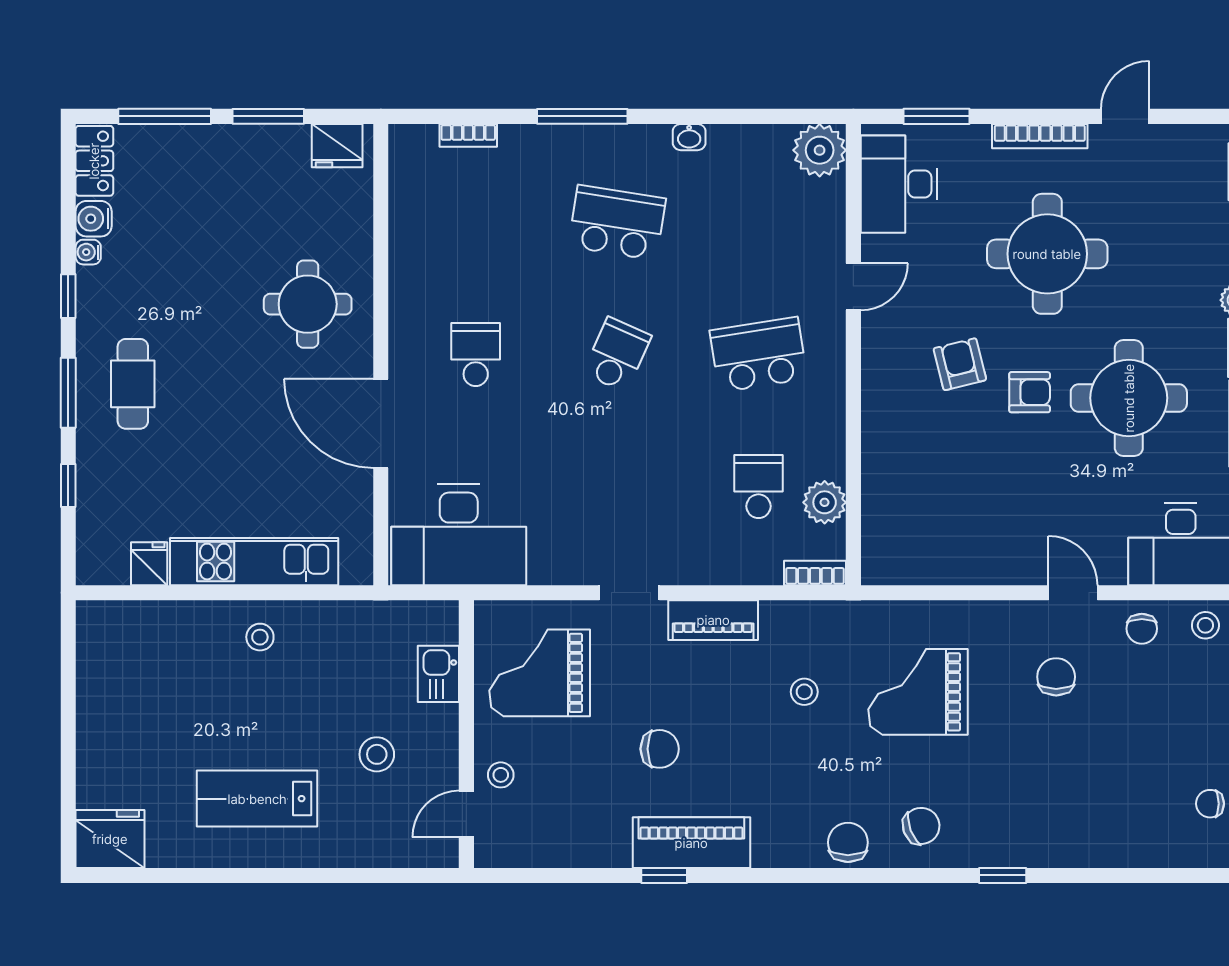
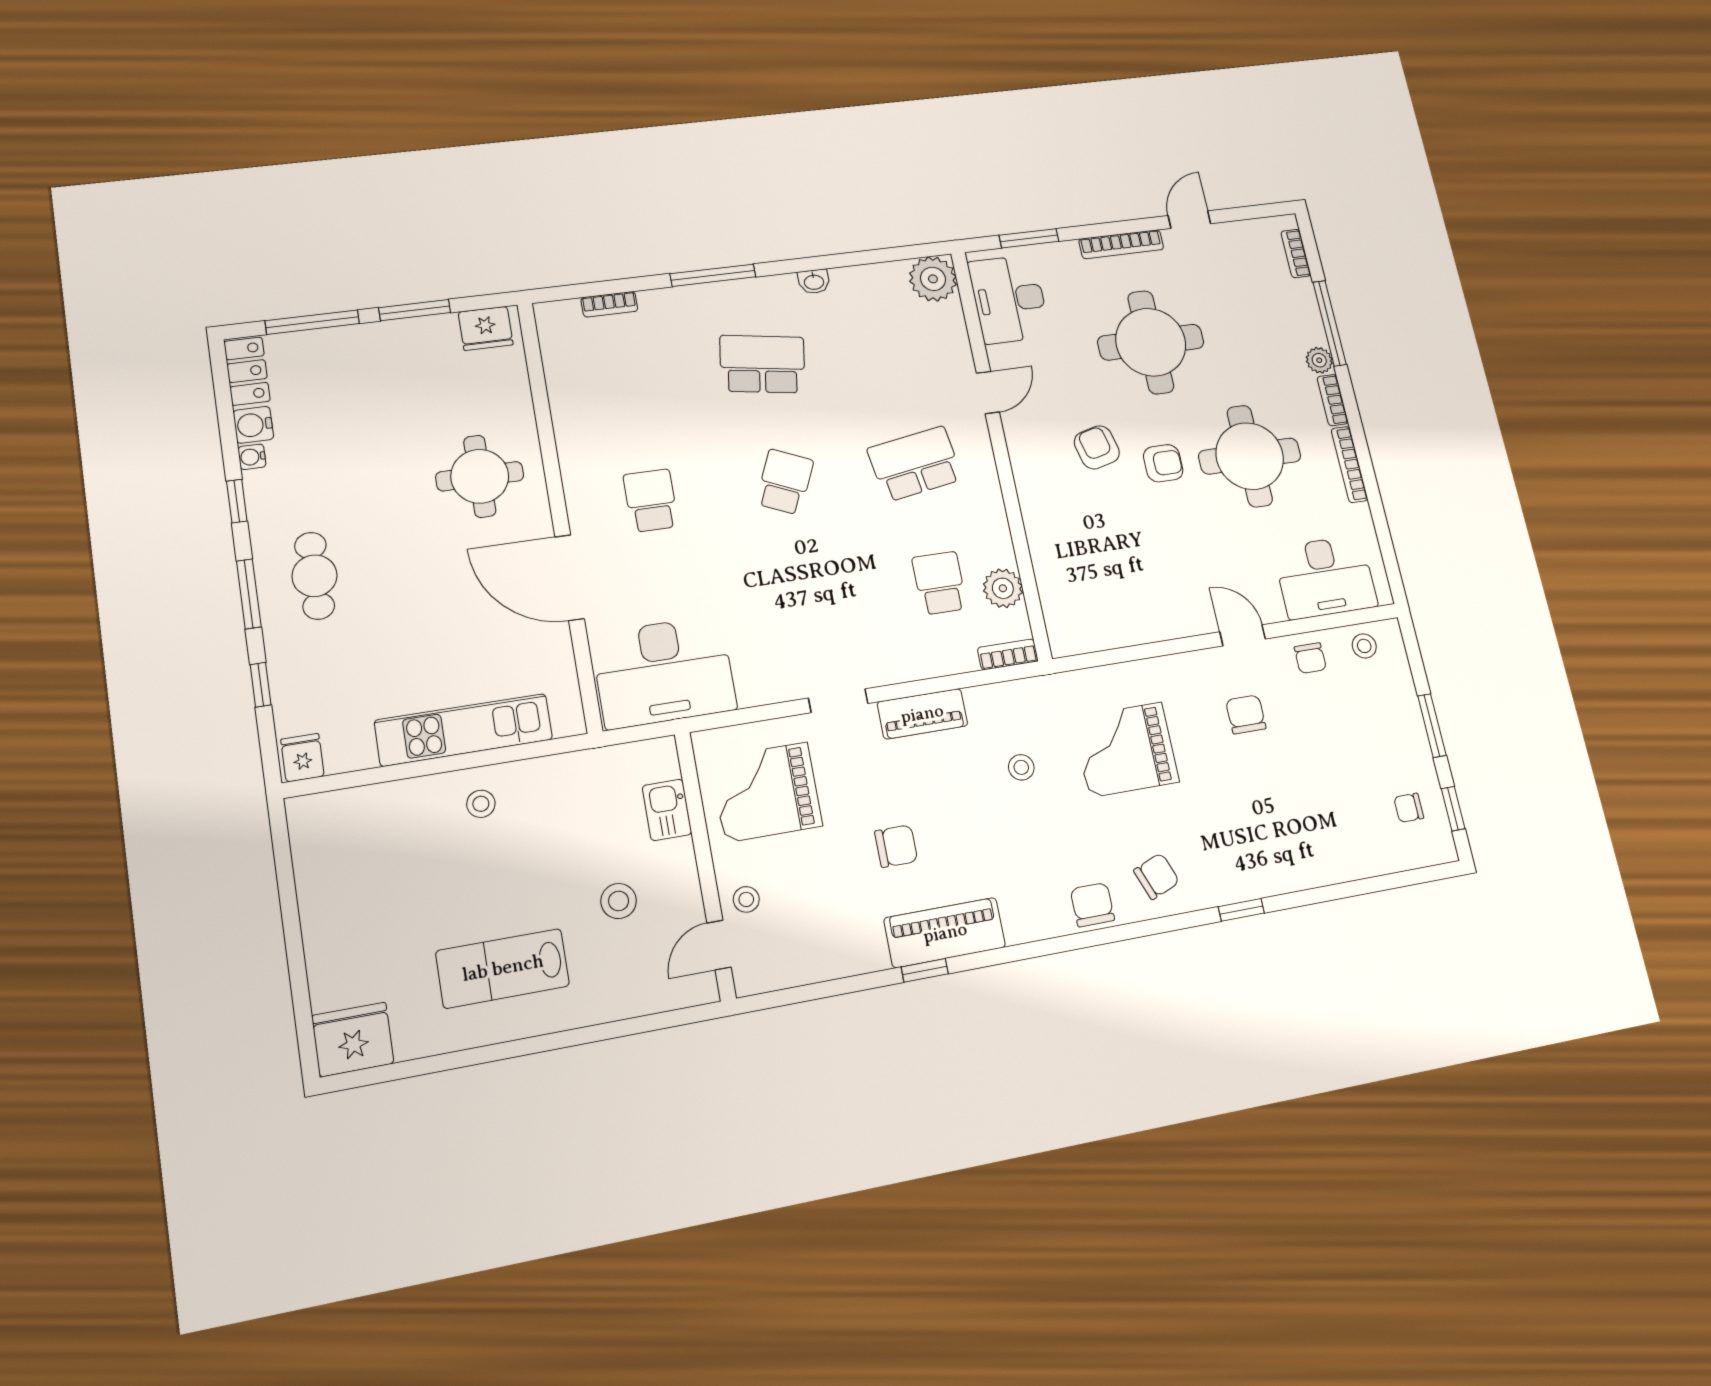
fridge: (149, 564) -> (302, 758), moved

